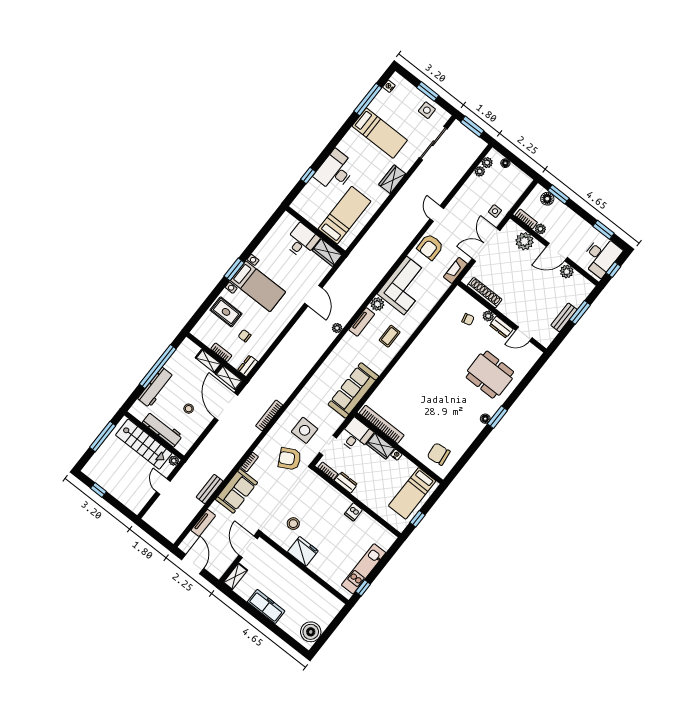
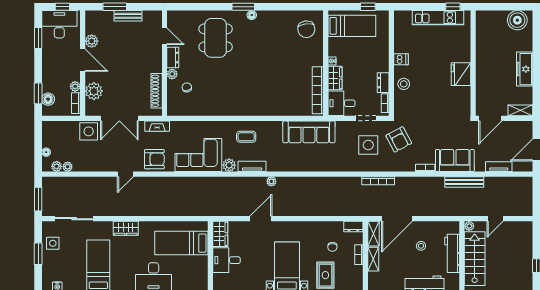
side table: (495, 211) -> (89, 131), width x1.87, depth x1.87
bench: (210, 489) -> (464, 182), width x1.36
stool: (293, 524) -> (404, 84), moved

